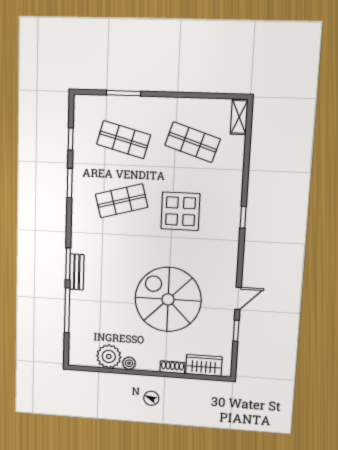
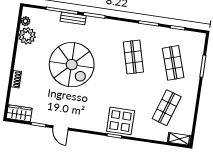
shop shelf: (124, 140) -> (173, 63), turned -33
display table: (180, 211) -> (121, 121), moved
bench: (77, 272) -> (73, 18), moved
spiral stairs: (168, 299) -> (72, 65), moved, turned 90
plant: (129, 363) -> (25, 21), moved
wardrobe: (204, 365) -> (19, 113), moved, turned -90

